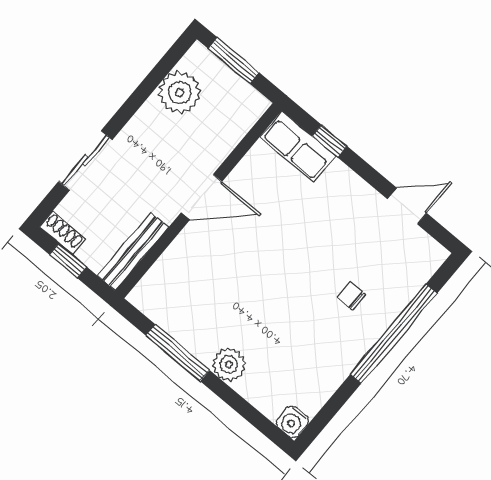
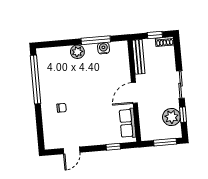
window: (156, 77) -> (183, 115), added
row of seats: (298, 146) -> (128, 123), moved, turned -90
sliding door: (85, 161) -> (180, 85), moved
window: (394, 334) -> (36, 80), moved
water cooler: (292, 422) -> (103, 48), moved

